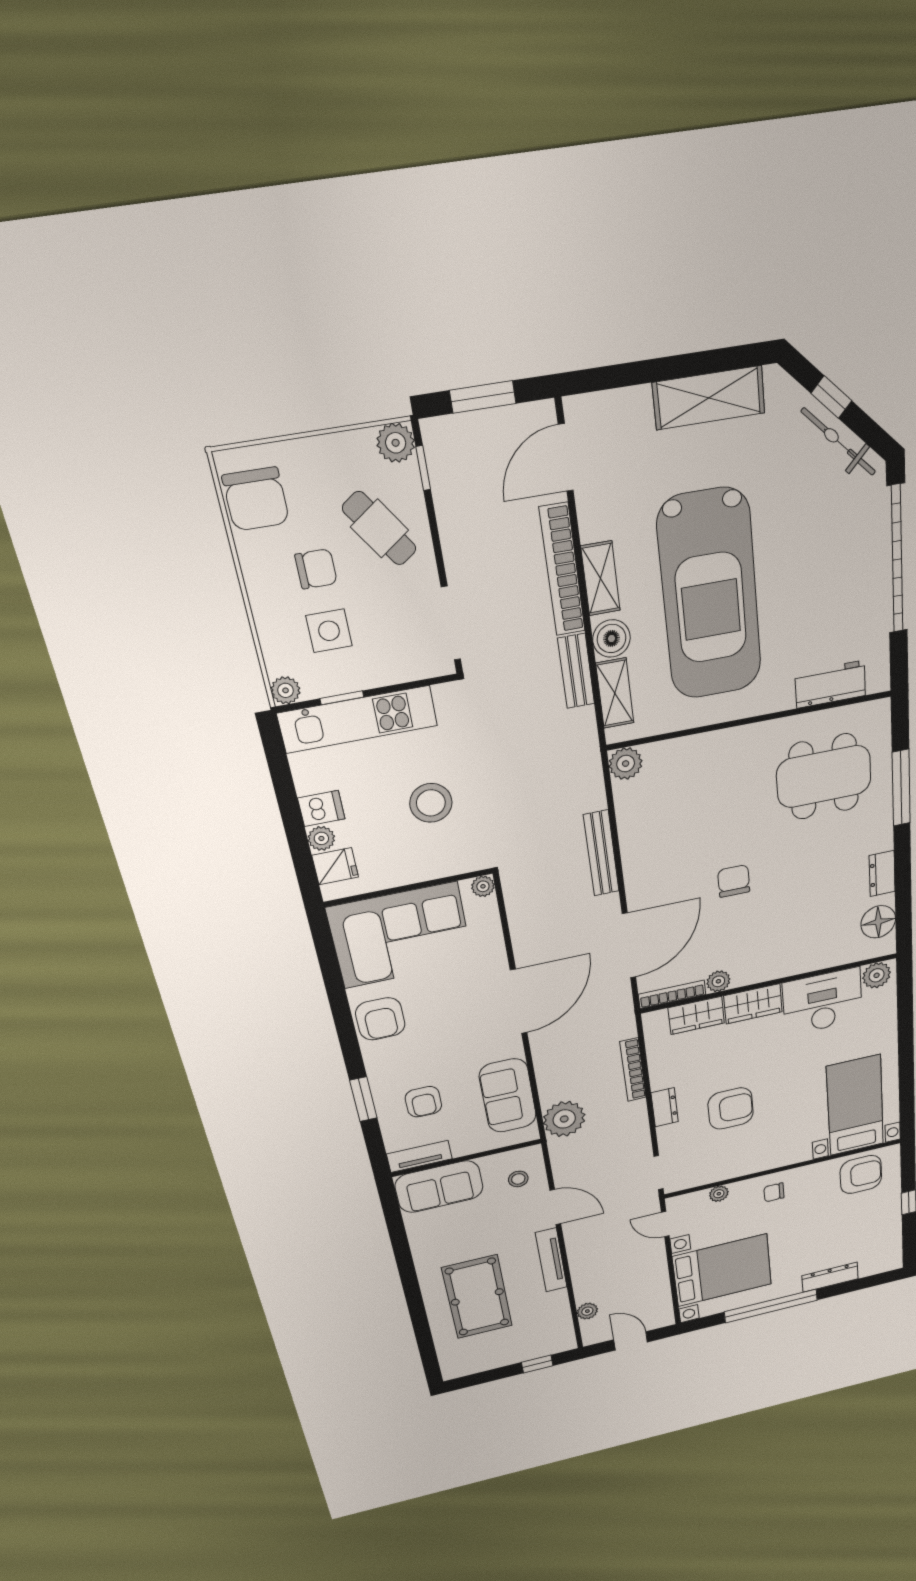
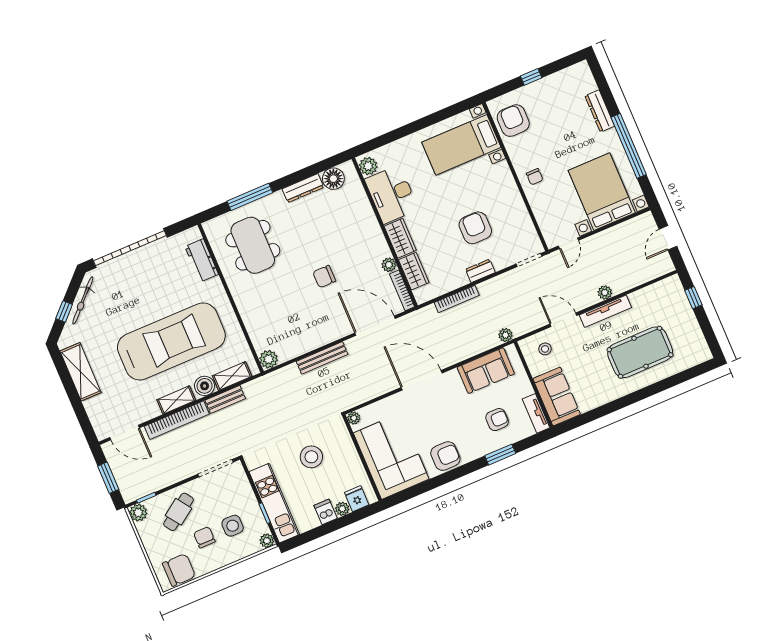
dresser: (882, 874) -> (303, 188), width x1.44
plant: (564, 1119) -> (505, 335), width x0.53, depth x0.53
plant: (719, 1194) -> (540, 214), removed
door: (555, 1207) -> (563, 320), hinge flipped
plant: (587, 1311) -> (605, 293), moved

